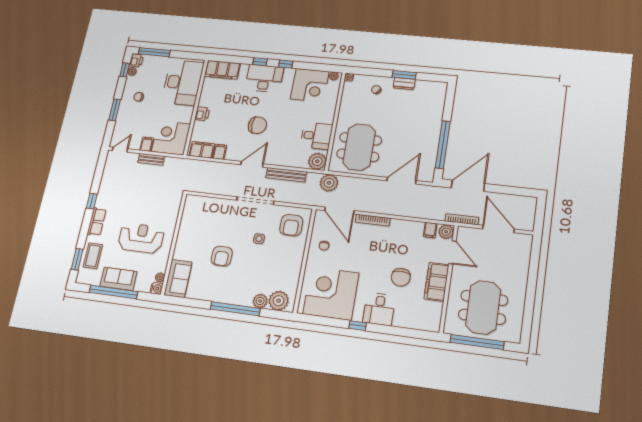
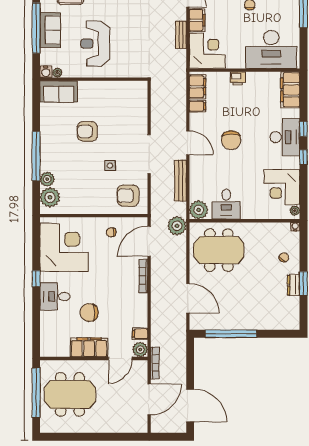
filing cabinet: (147, 144) -> (197, 20), width x2.00
door: (468, 186) -> (190, 405), moved
reception desk: (141, 238) -> (95, 44), turned 180

